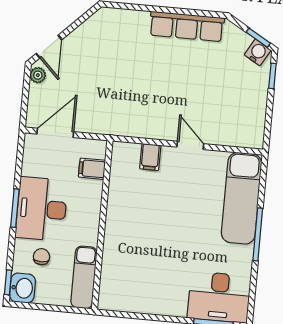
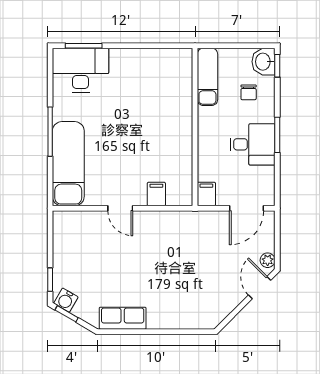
row of seats: (187, 26) -> (123, 318), width x0.68
filing cabinet: (92, 169) -> (206, 194), moved, turned -90
desk: (42, 209) -> (253, 144), width x0.73

